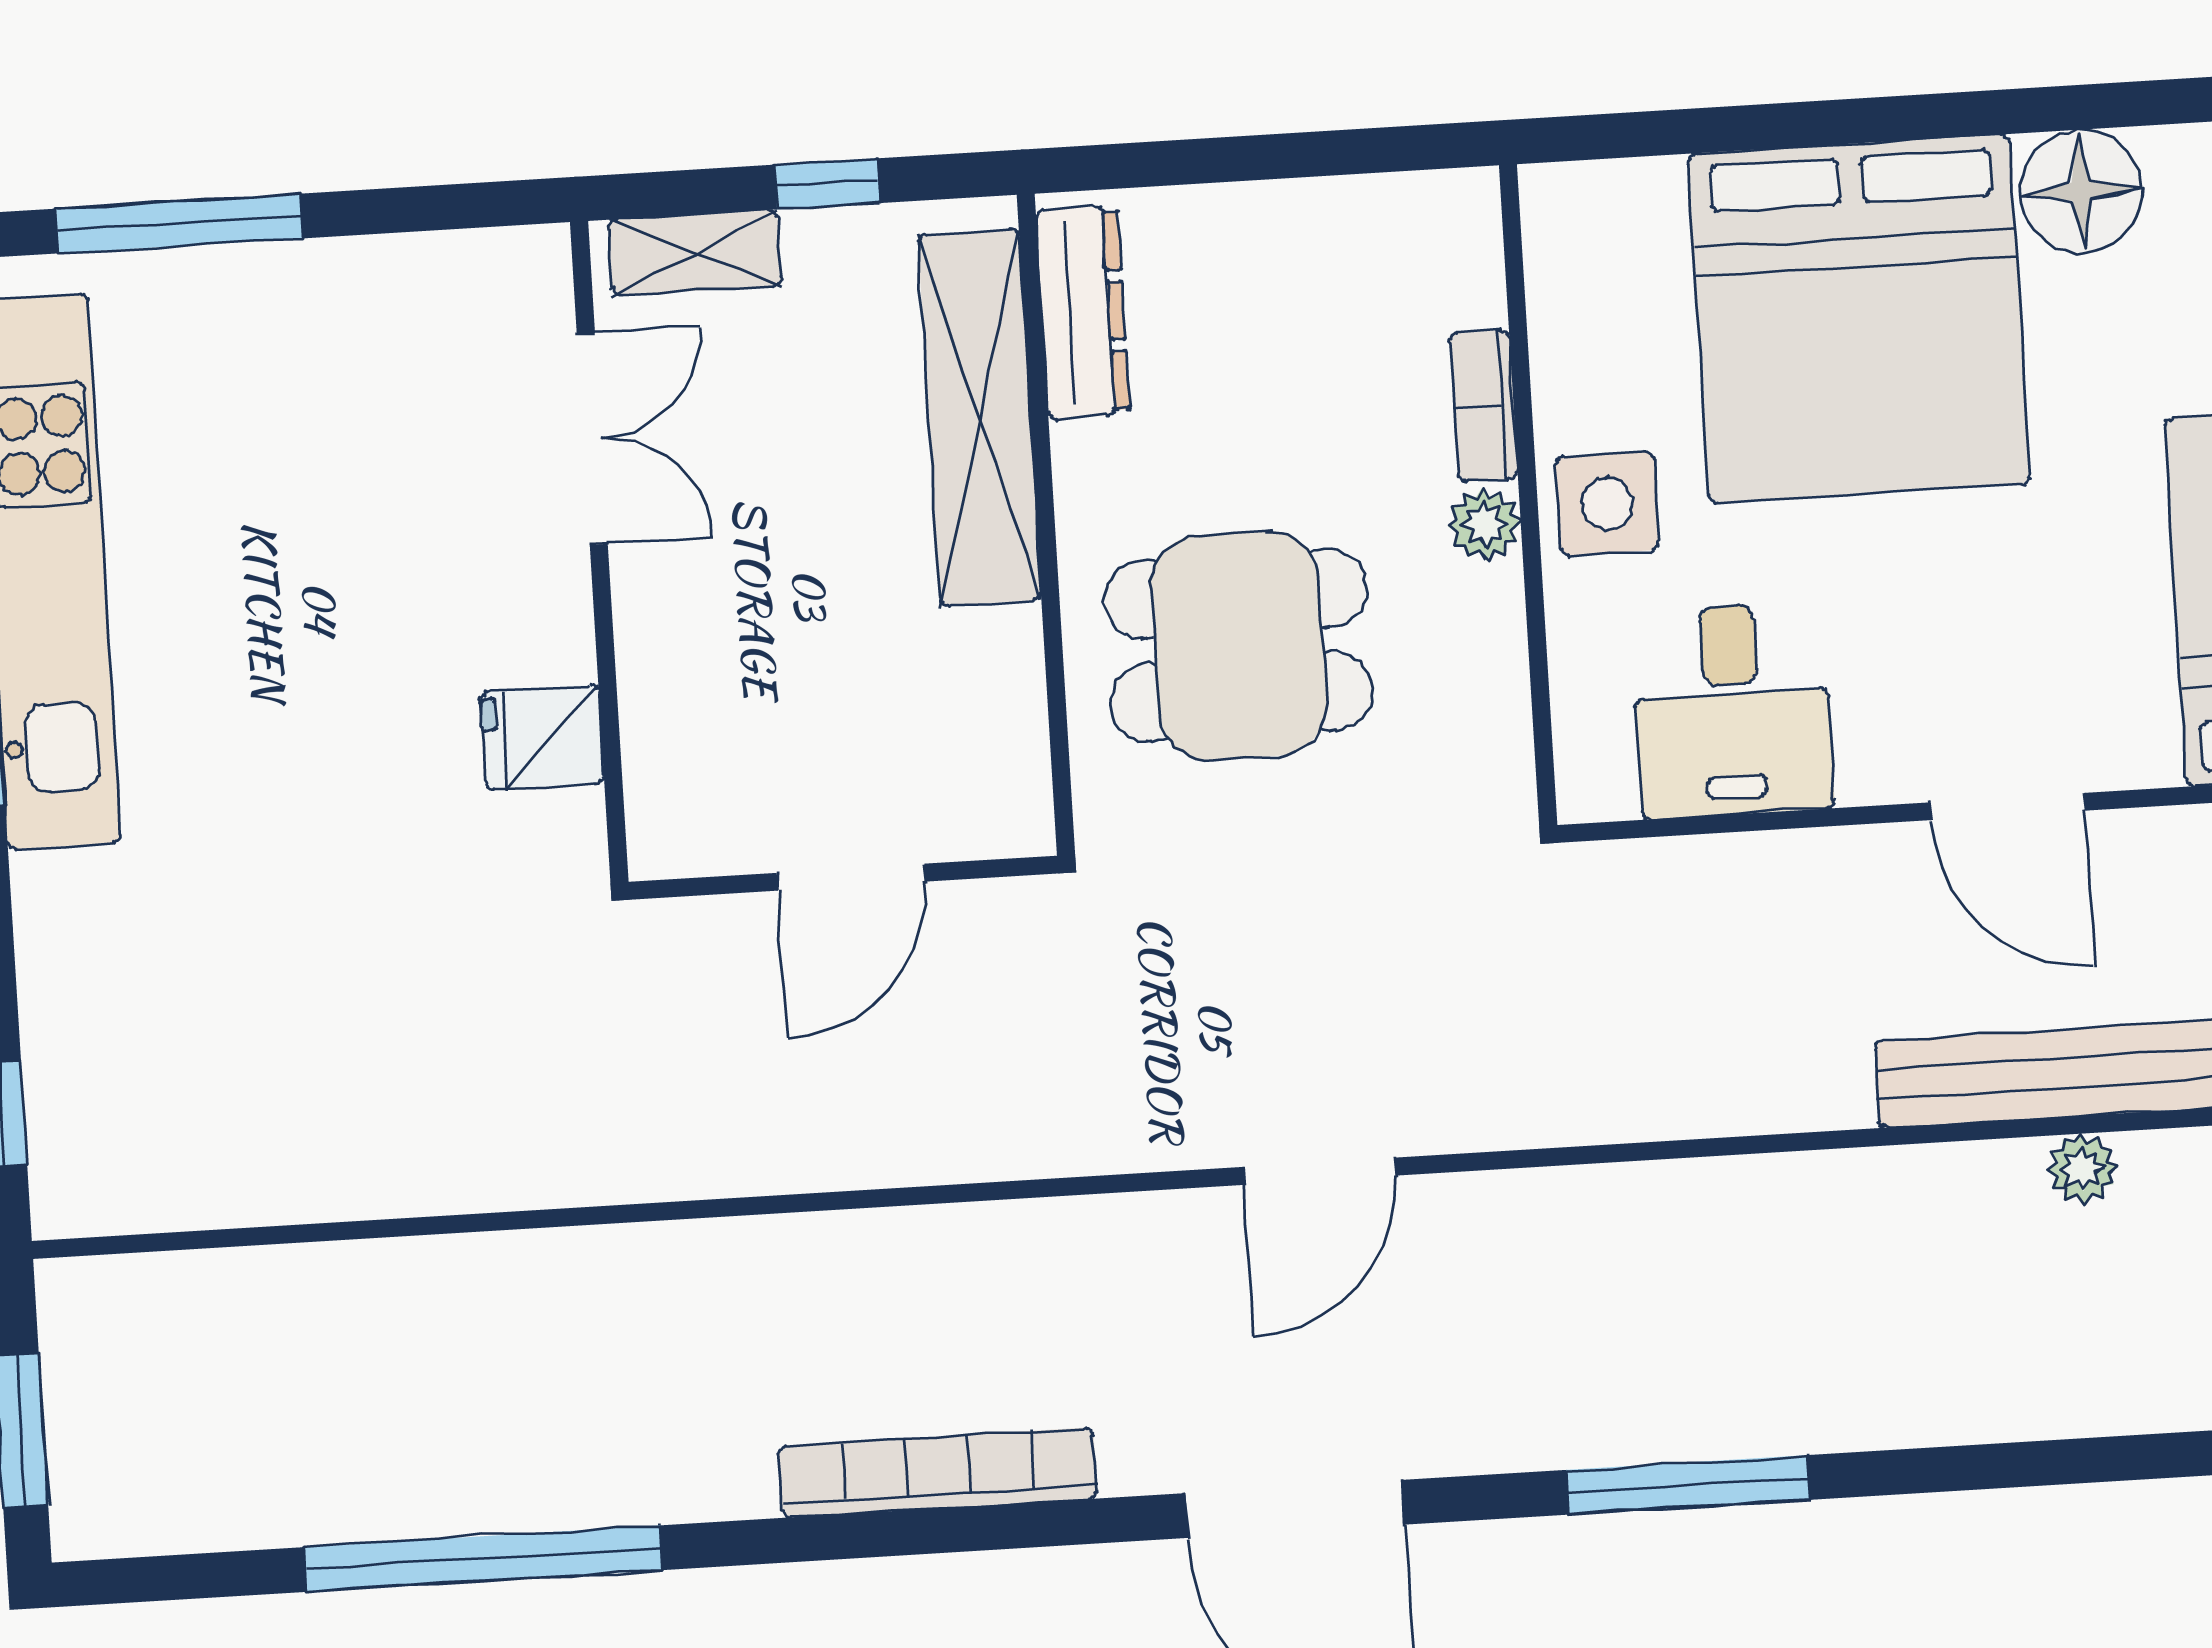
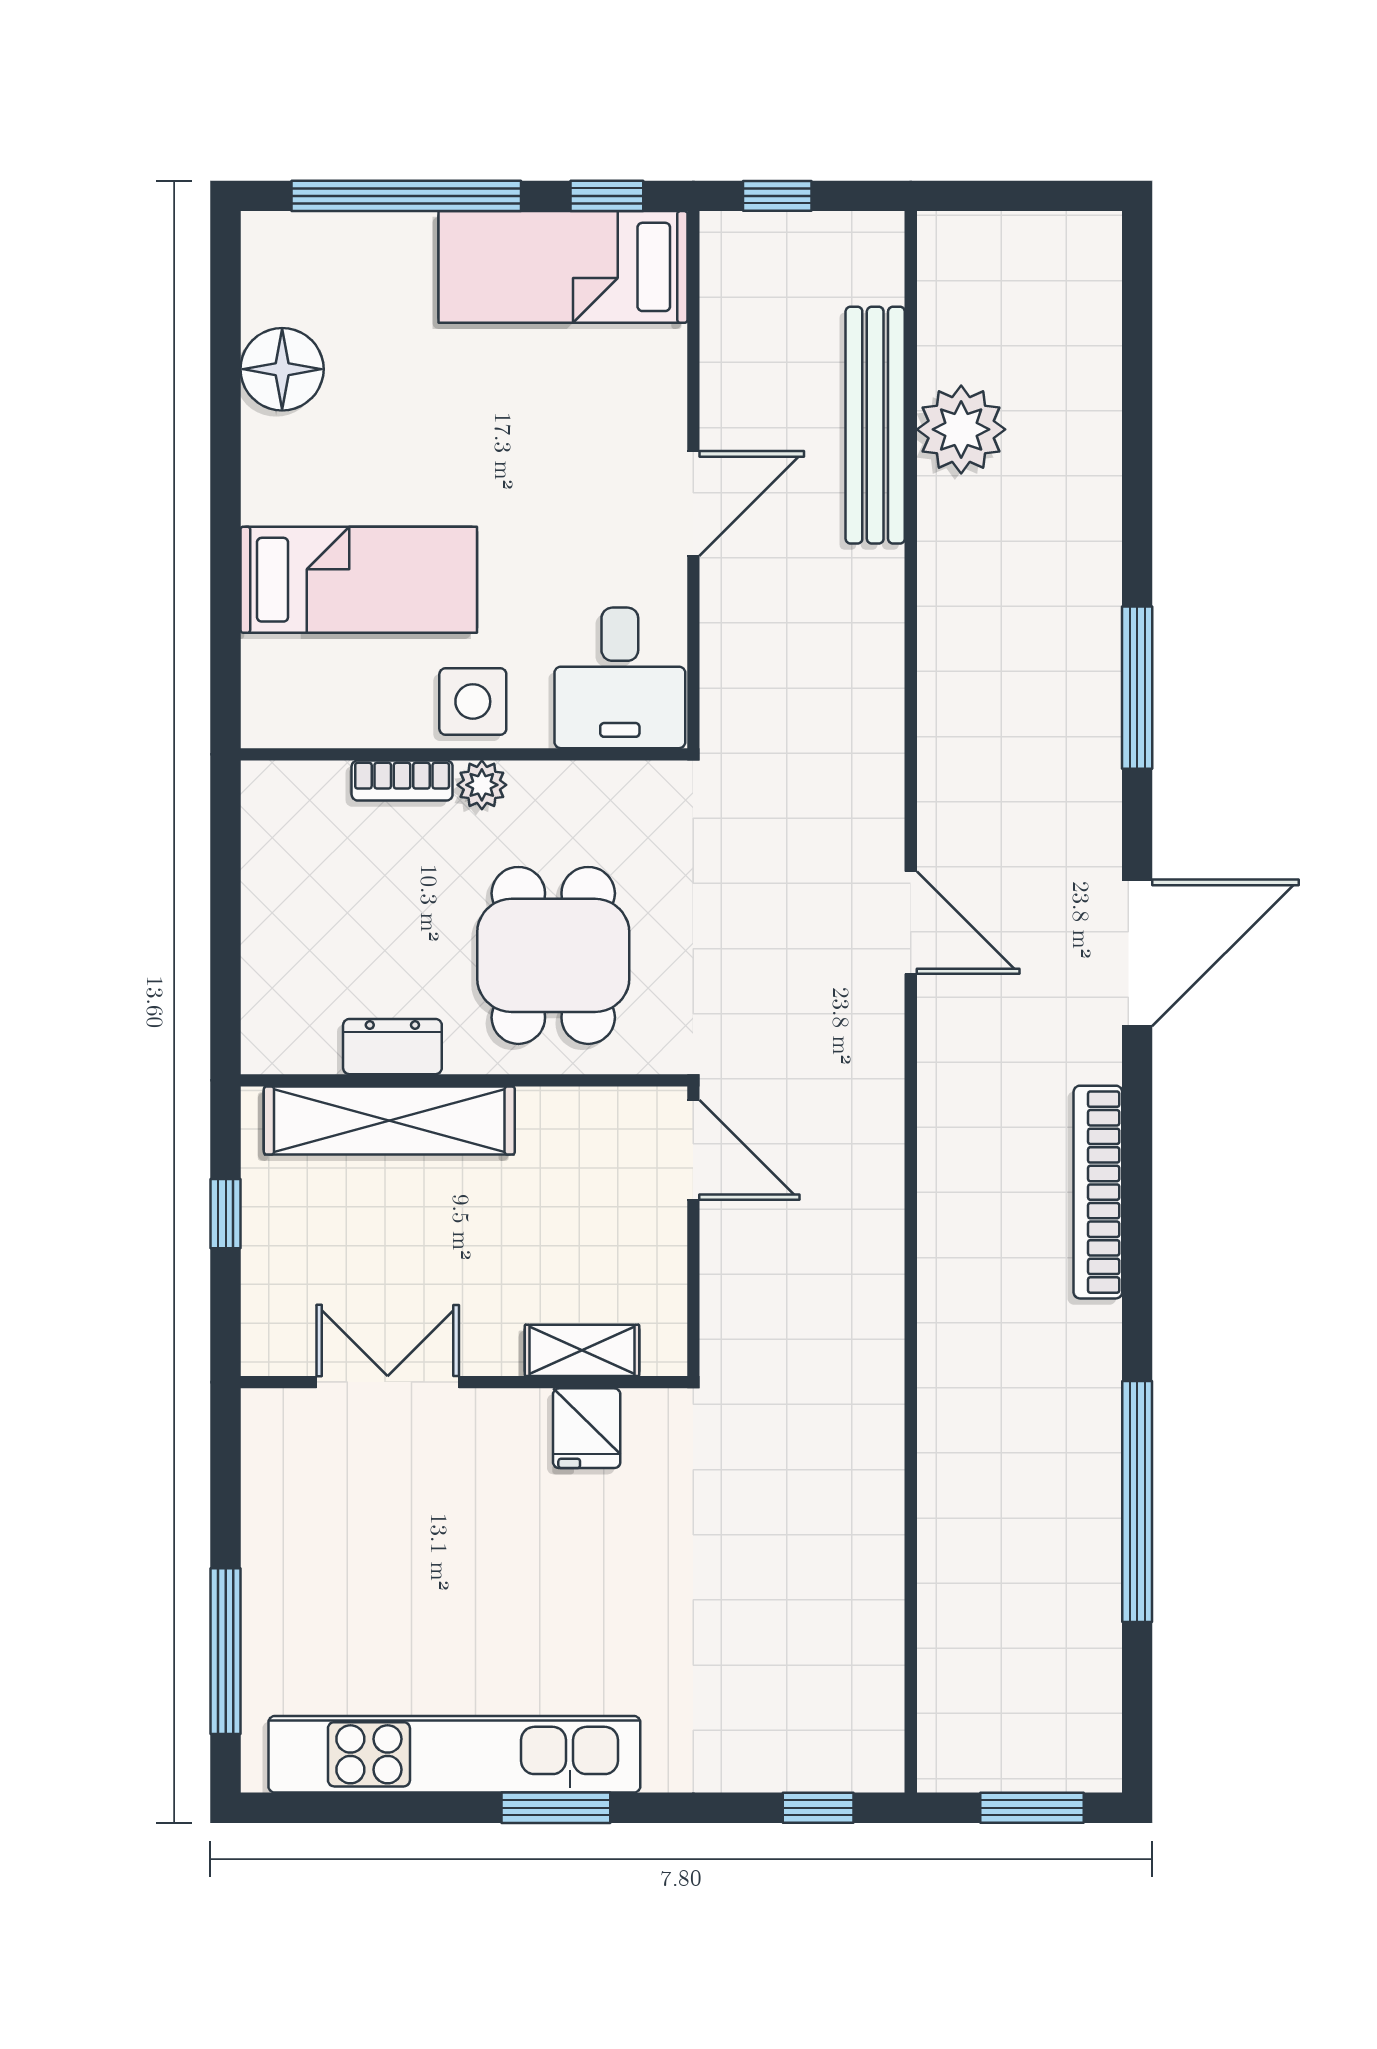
shelving: (695, 253) -> (582, 1350), moved, turned 90
dresser: (1083, 312) -> (392, 1047), moved, width x0.70
bed: (1859, 319) -> (359, 580), width x0.49
desk: (1732, 710) -> (620, 678), moved, turned 90
door: (2008, 806) -> (693, 504), moved
door: (851, 877) -> (693, 1150), moved
plant: (2082, 1169) -> (961, 429), width x1.88, depth x1.88

